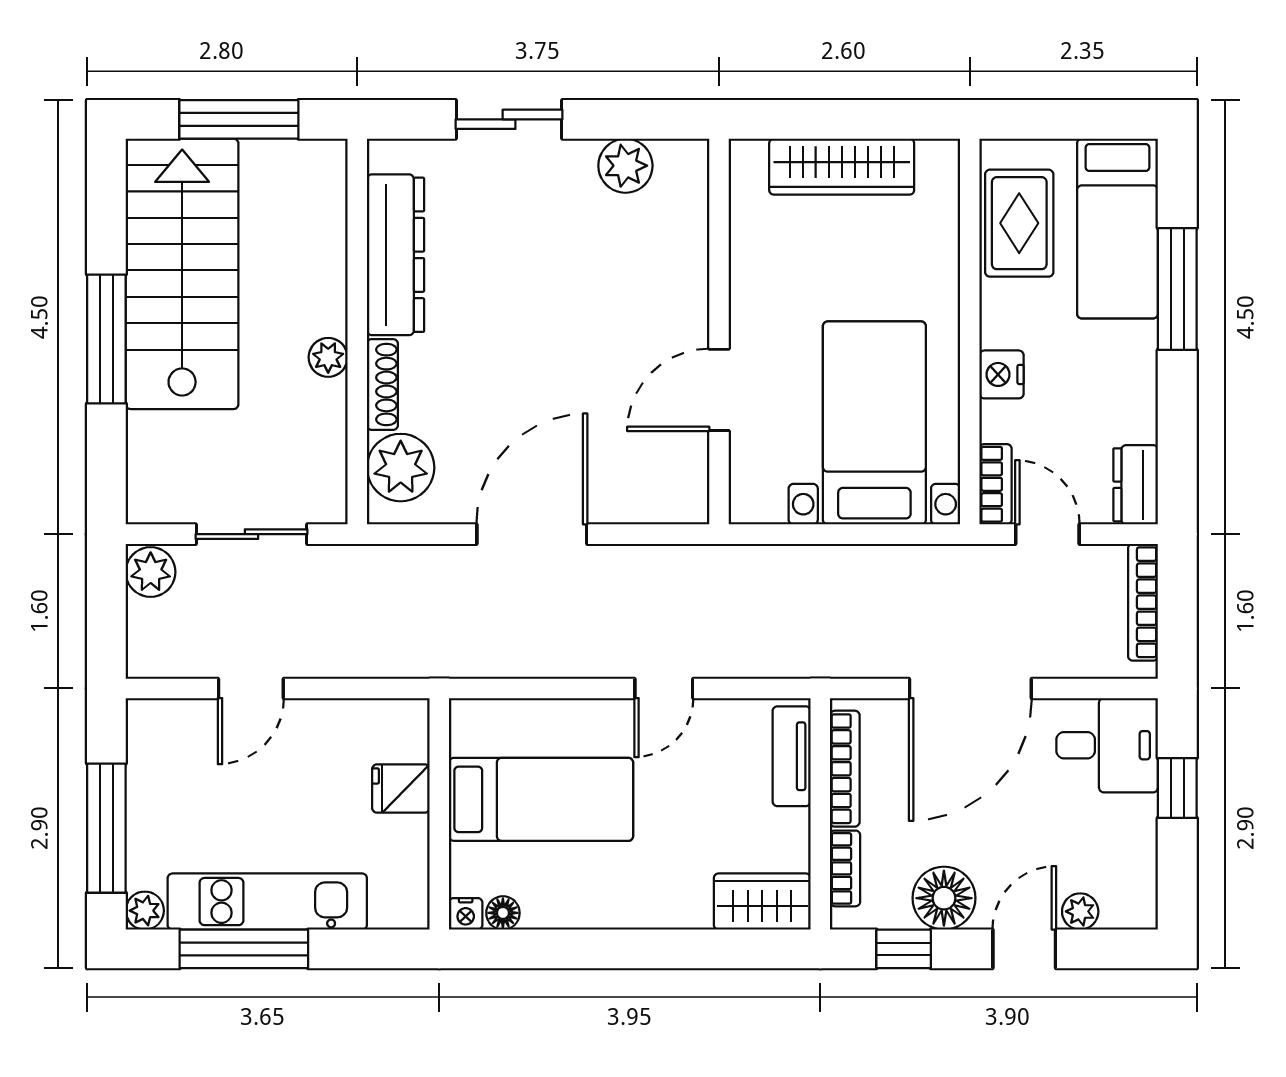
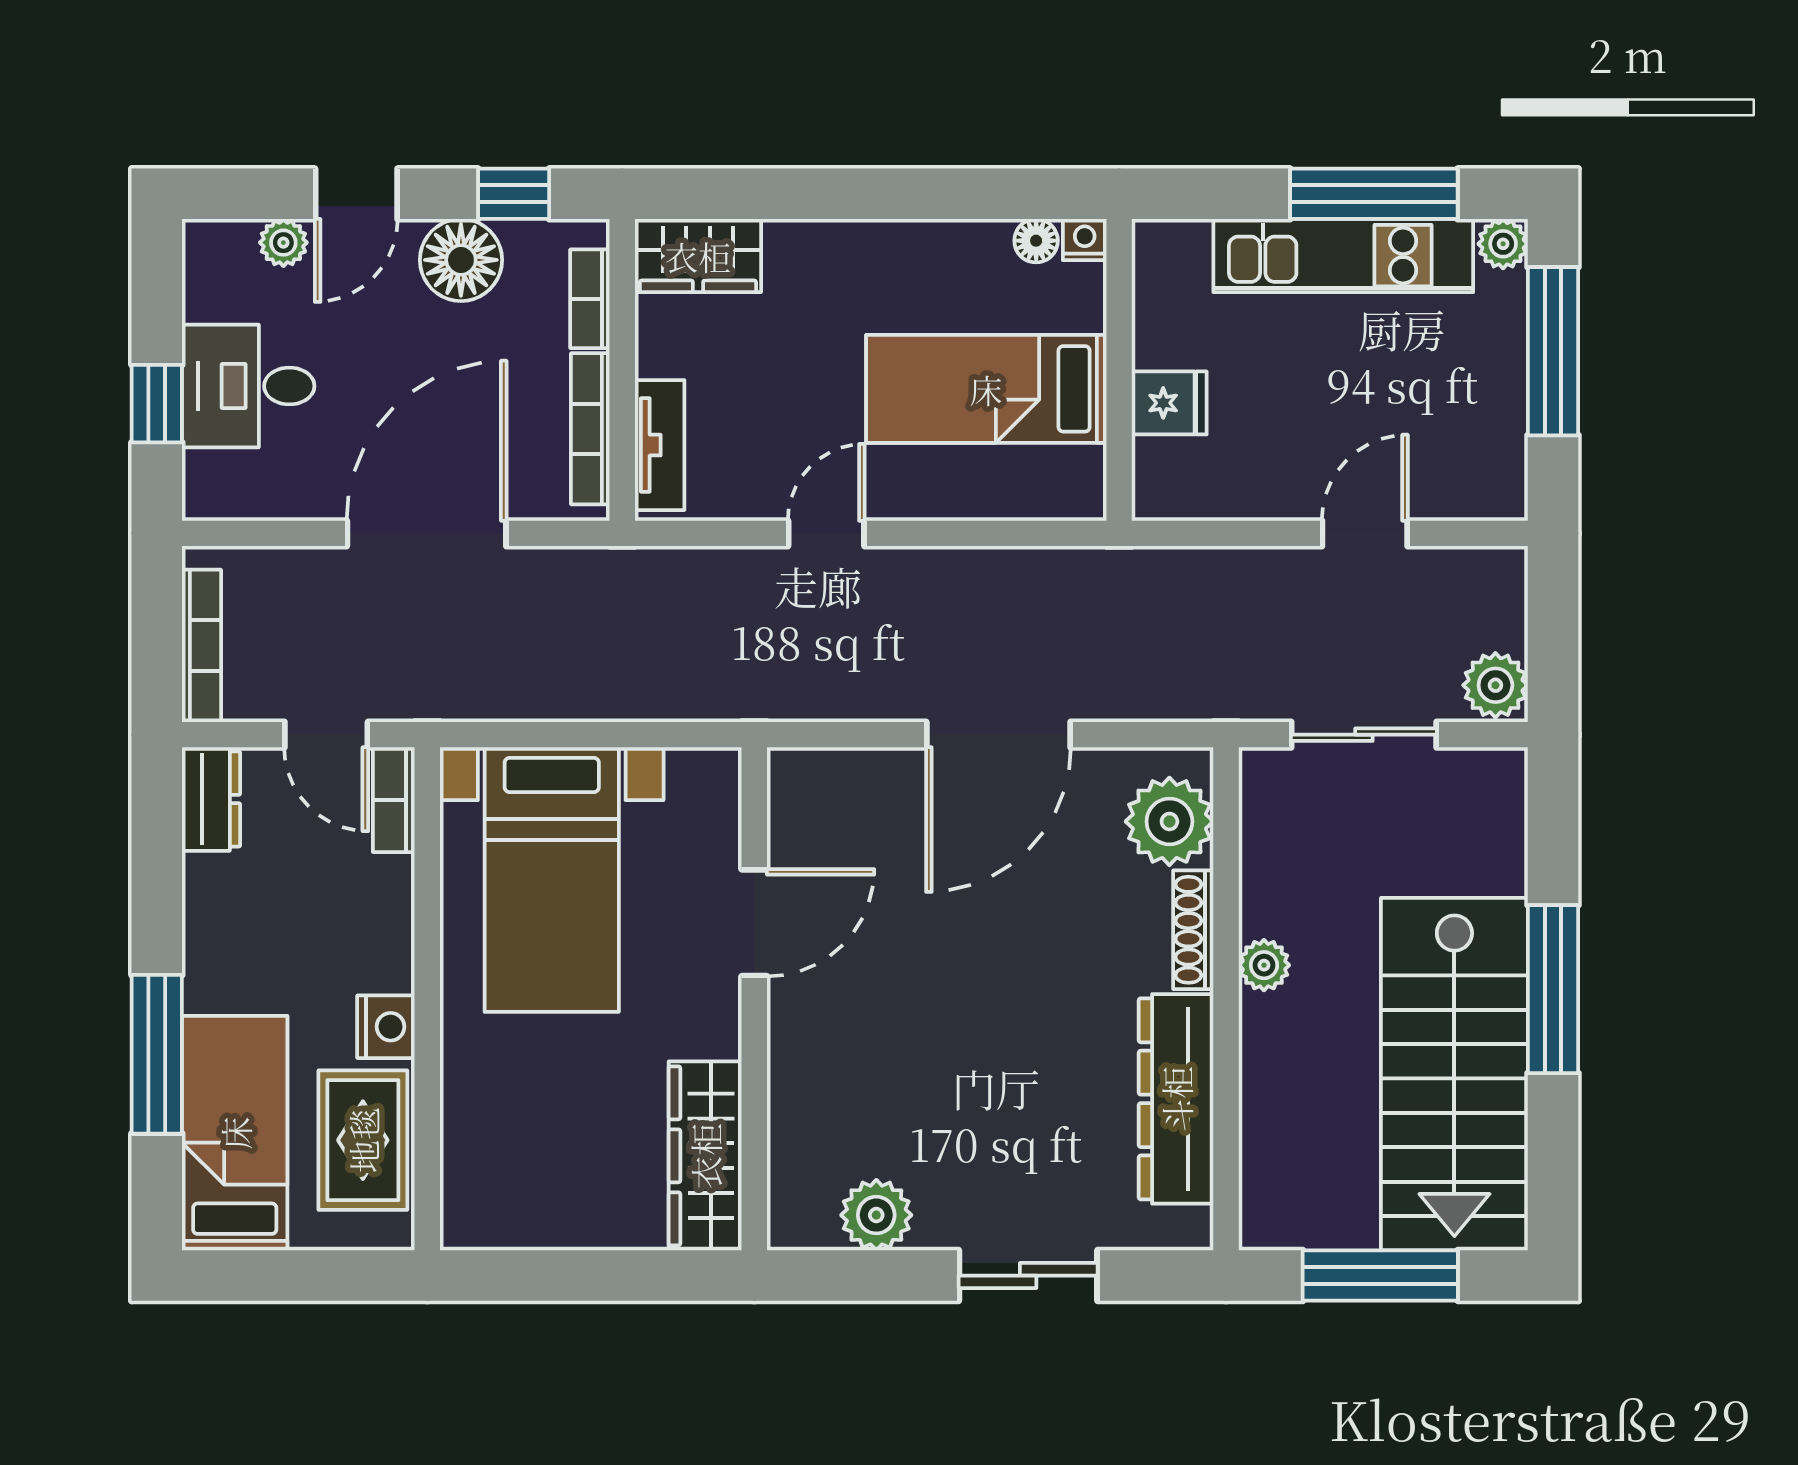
wardrobe: (842, 167) -> (705, 1156), moved, turned -90
nightstand: (1002, 374) -> (386, 1027), moved
desk: (1107, 745) -> (248, 386), moved

